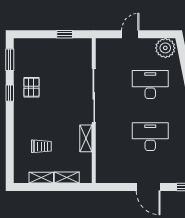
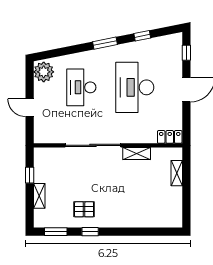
desk: (150, 137) -> (135, 87), width x1.36, depth x1.30
trolley: (41, 146) -> (145, 199), removed
locker: (102, 171) -> (170, 137), added
shelving: (41, 178) -> (39, 196), moved

